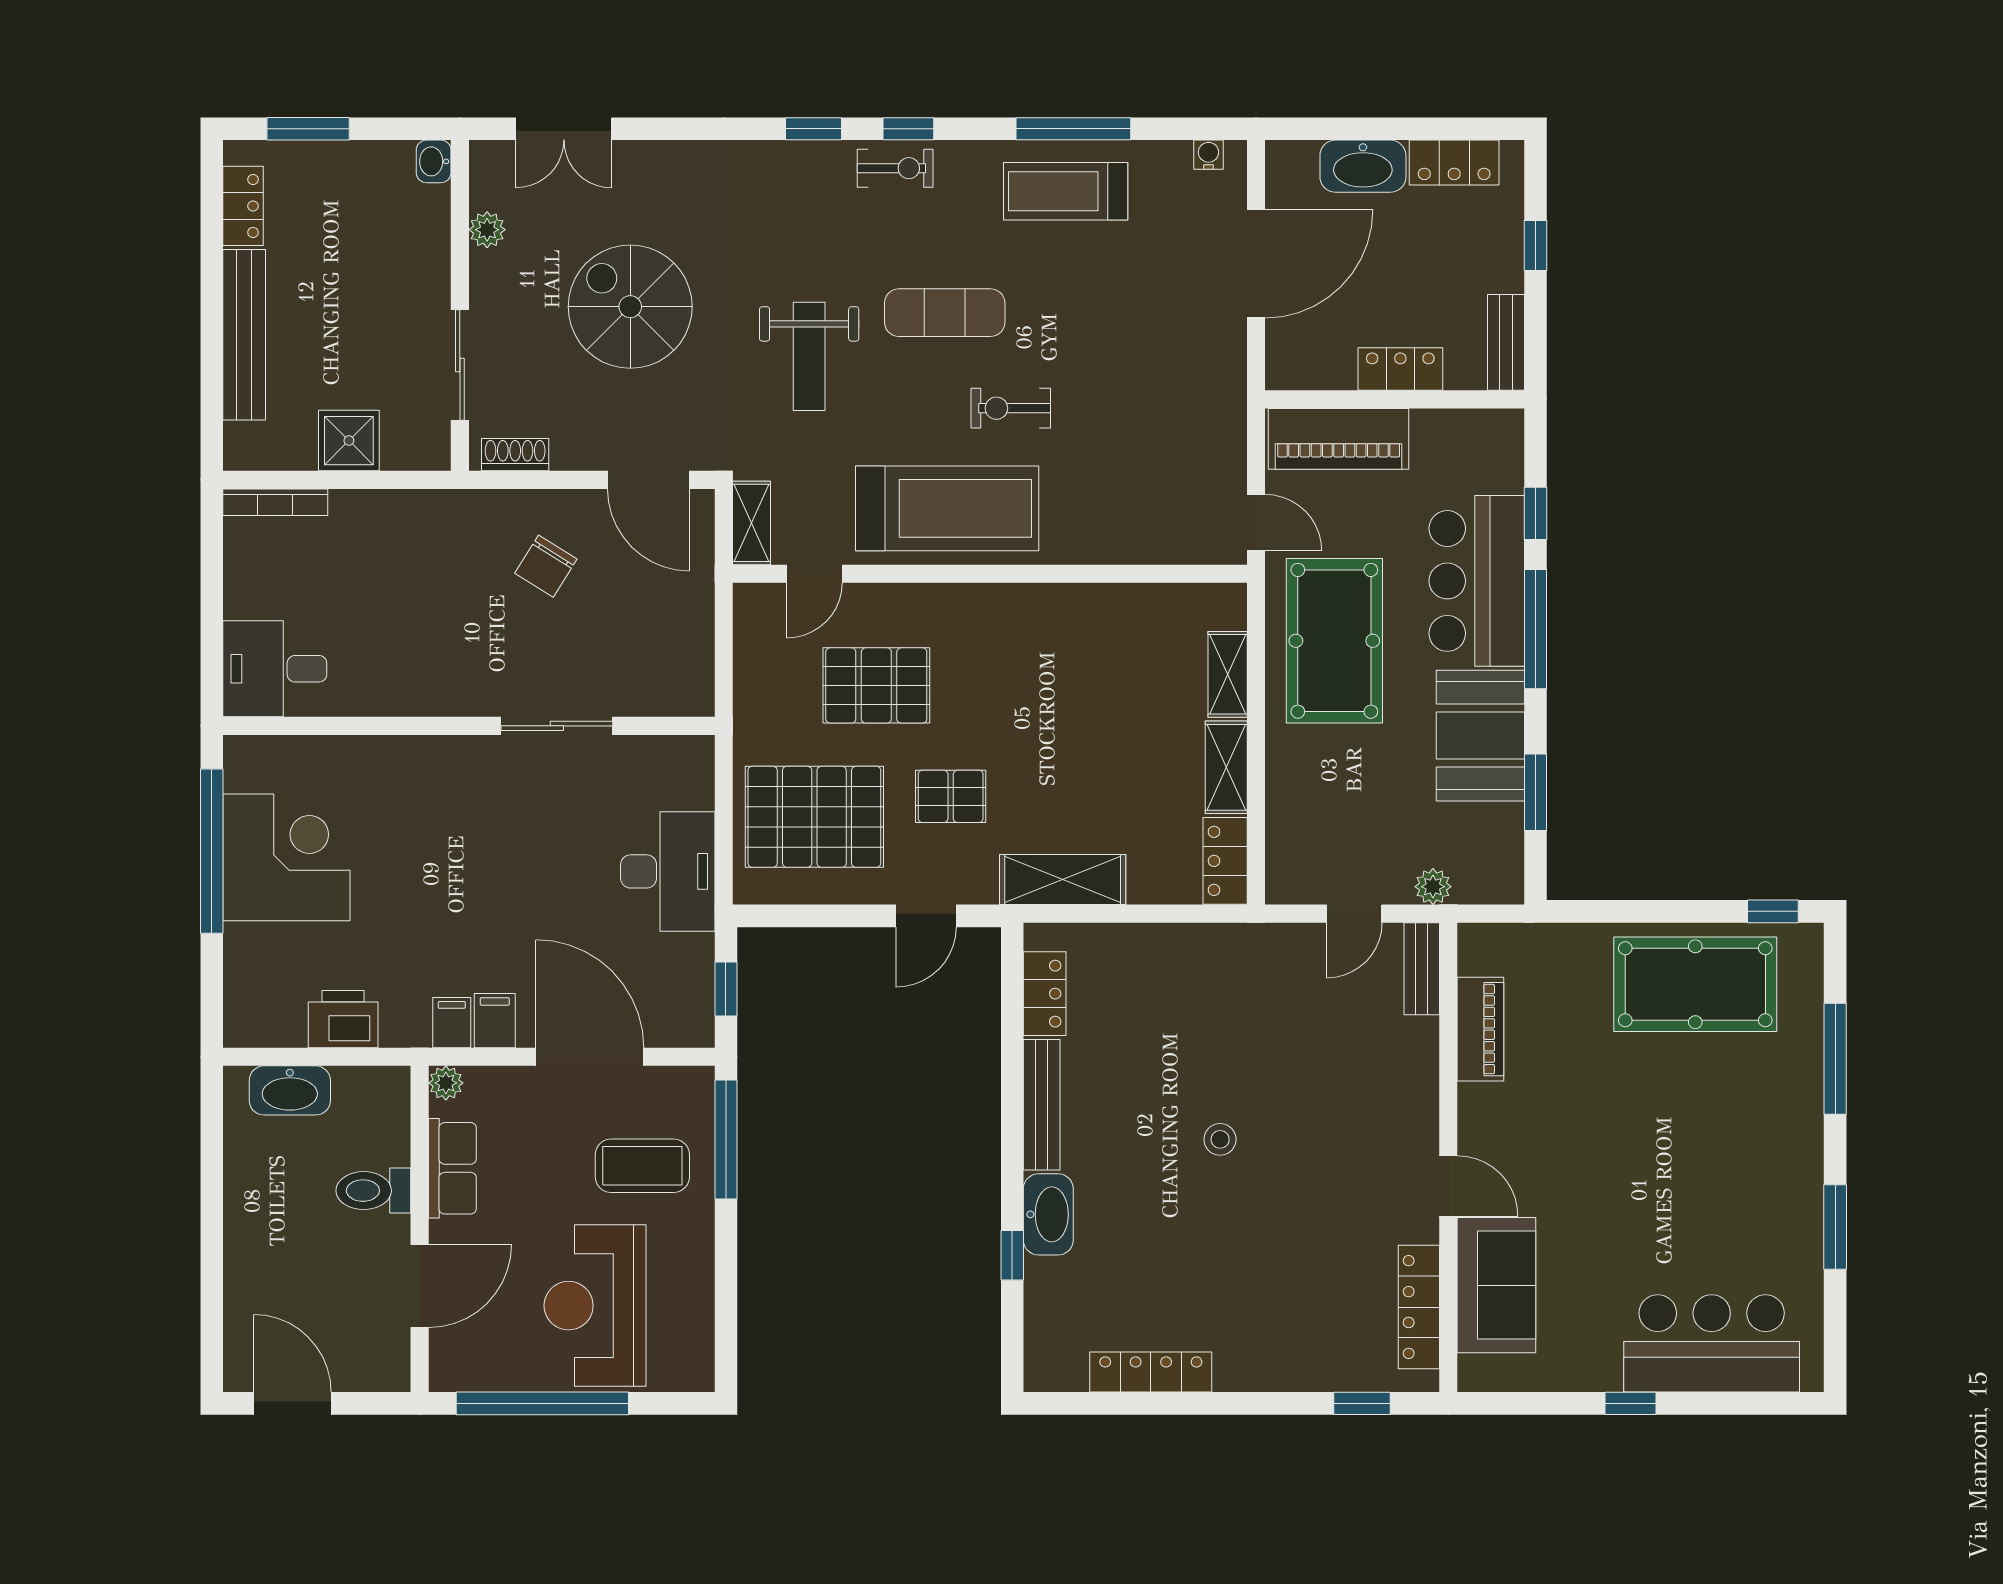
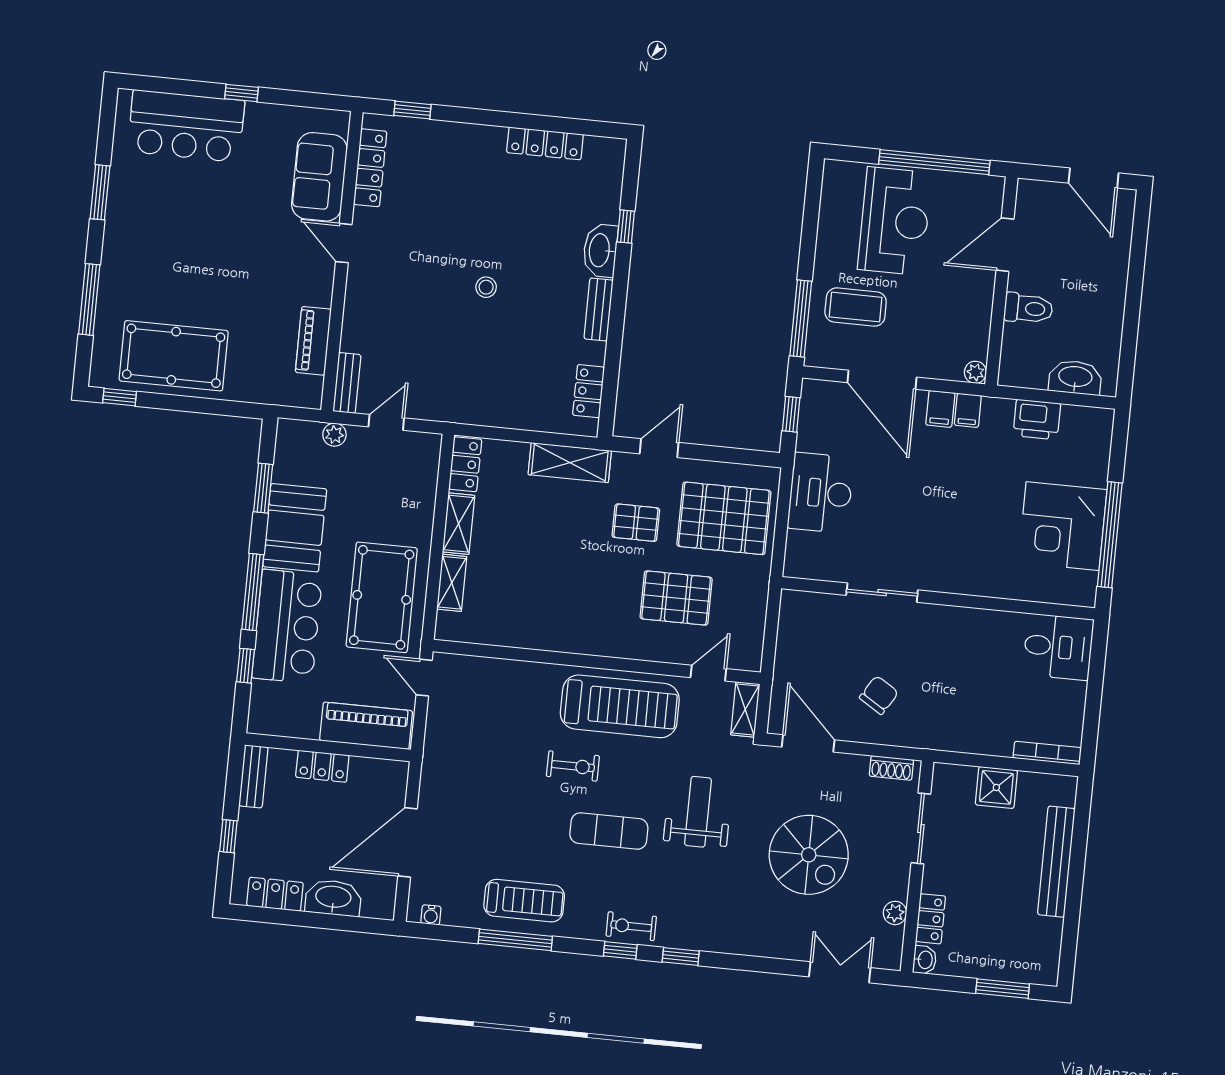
locker: (243, 206) -> (931, 919), moved, turned 180
treadmill: (947, 508) -> (620, 706), turned 180
bench: (1042, 1105) -> (599, 309), width x0.73
row of seats: (452, 1168) -> (977, 318), removed

